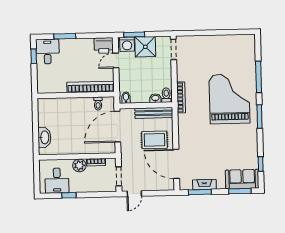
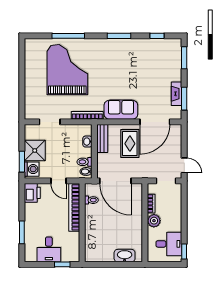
doorway: (173, 49) -> (50, 122), moved
desk: (47, 51) -> (49, 249), moved, turned -90
window: (34, 56) -> (62, 264), moved
door: (116, 60) -> (58, 181), moved
toilet: (166, 95) -> (85, 162), moved
grand piano: (230, 99) -> (67, 70), moved, turned 90
bench: (154, 113) -> (102, 138), width x0.73
window: (259, 117) -> (119, 36), moved
sofa: (242, 179) -> (121, 110), moved, turned 90
window: (69, 195) -> (184, 252), moved

